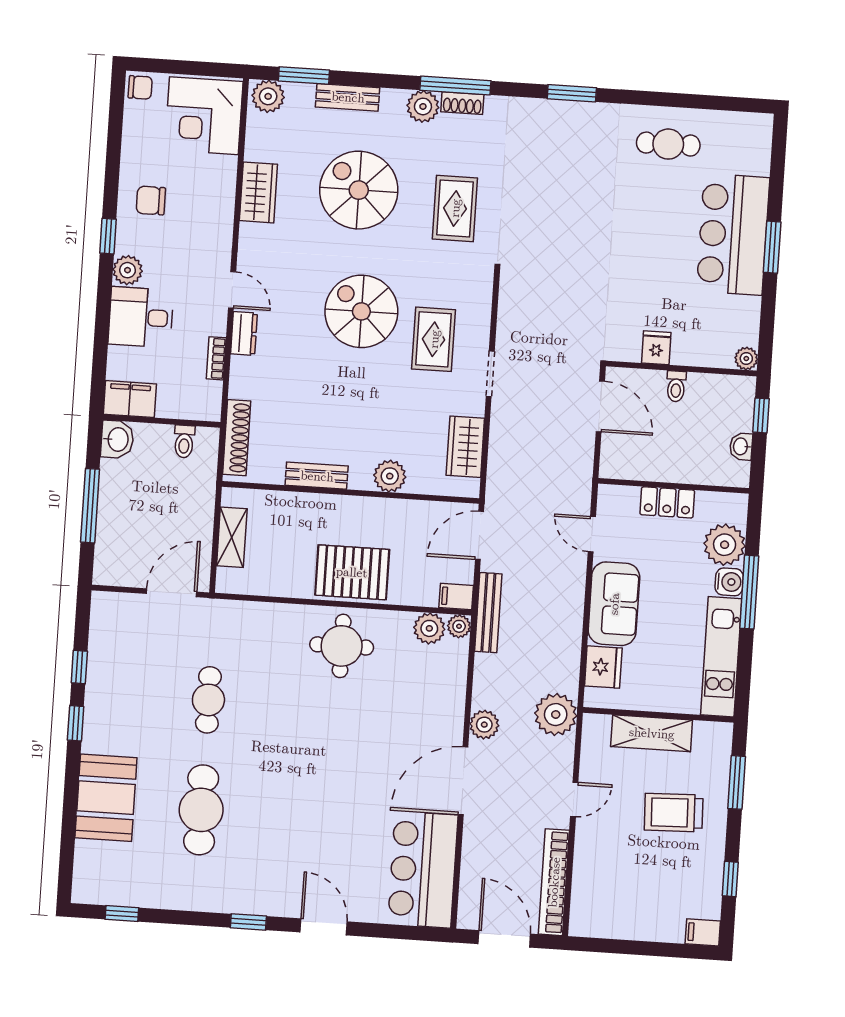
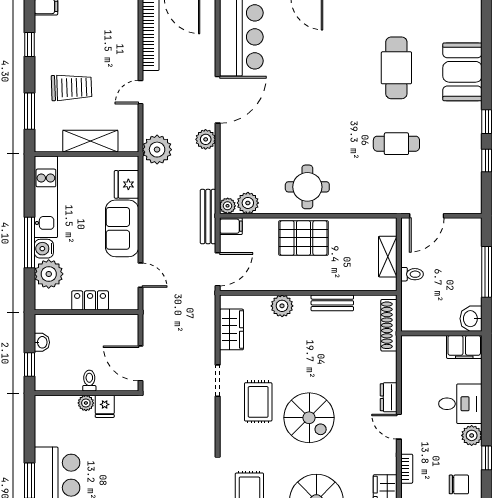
bookcase: (216, 358) -> (407, 469), moved
plant: (746, 359) -> (86, 403), moved
toilet: (184, 441) -> (412, 274), moved, turned 90
cafe table: (208, 700) -> (396, 144), turned 90

